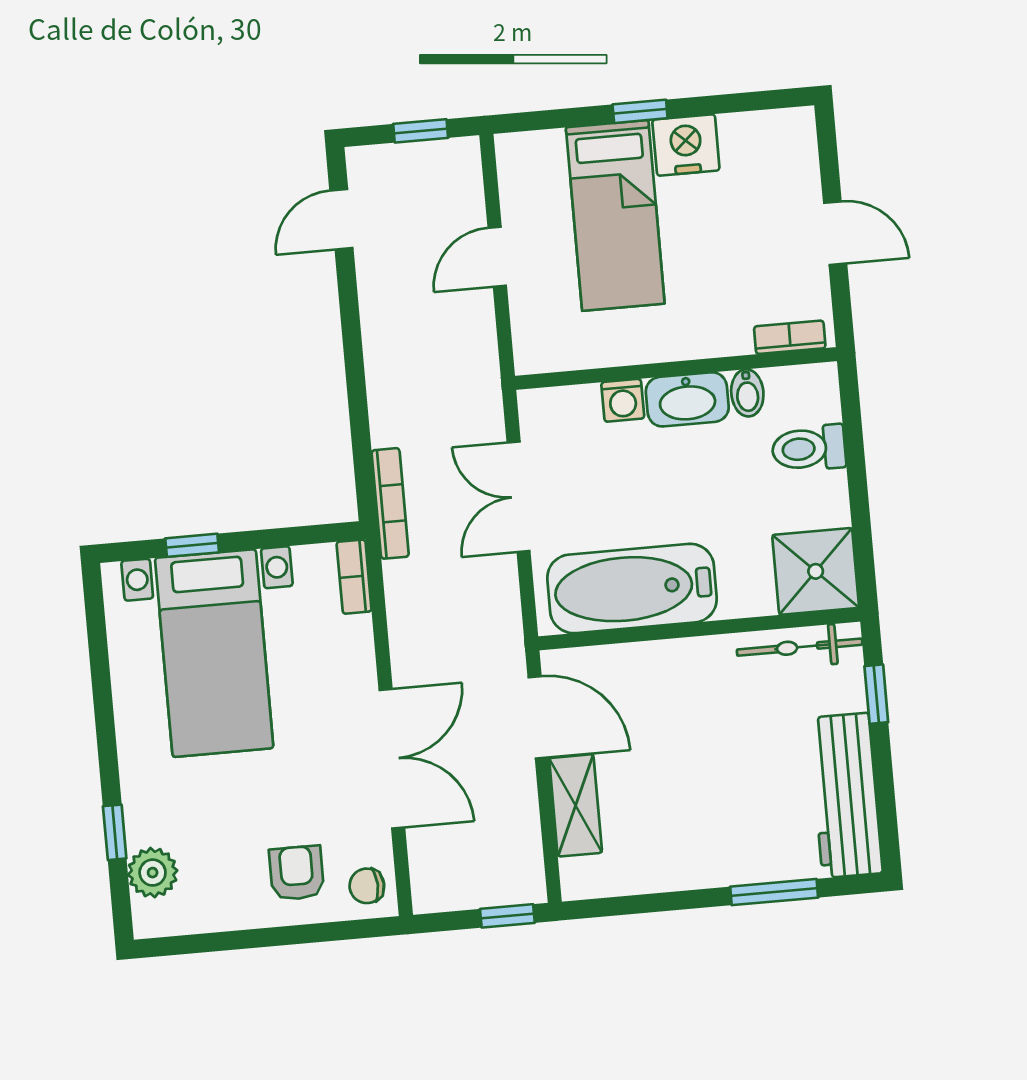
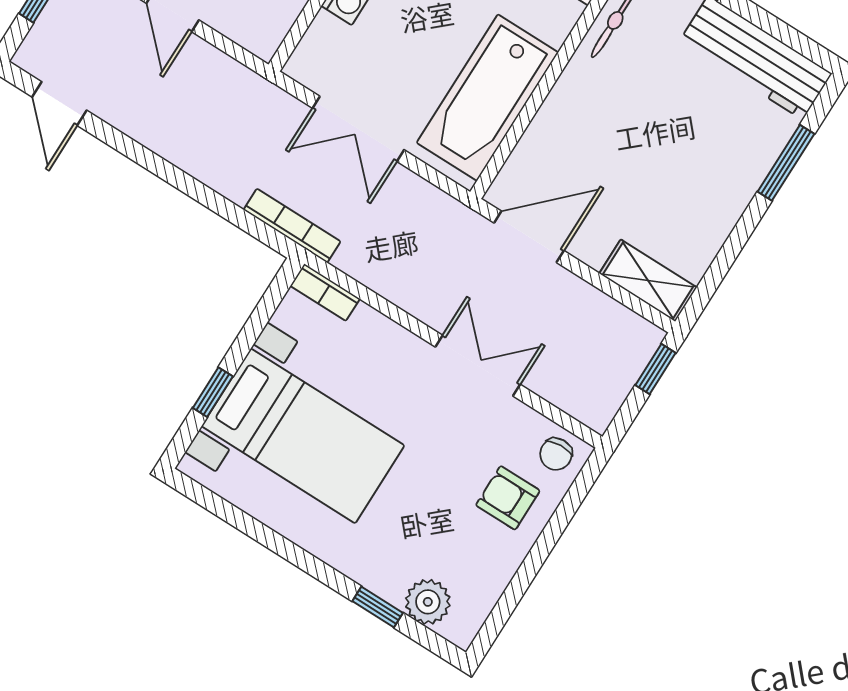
double door: (392, 759) -> (478, 366), width x0.73
shelving: (576, 805) -> (648, 281), moved

